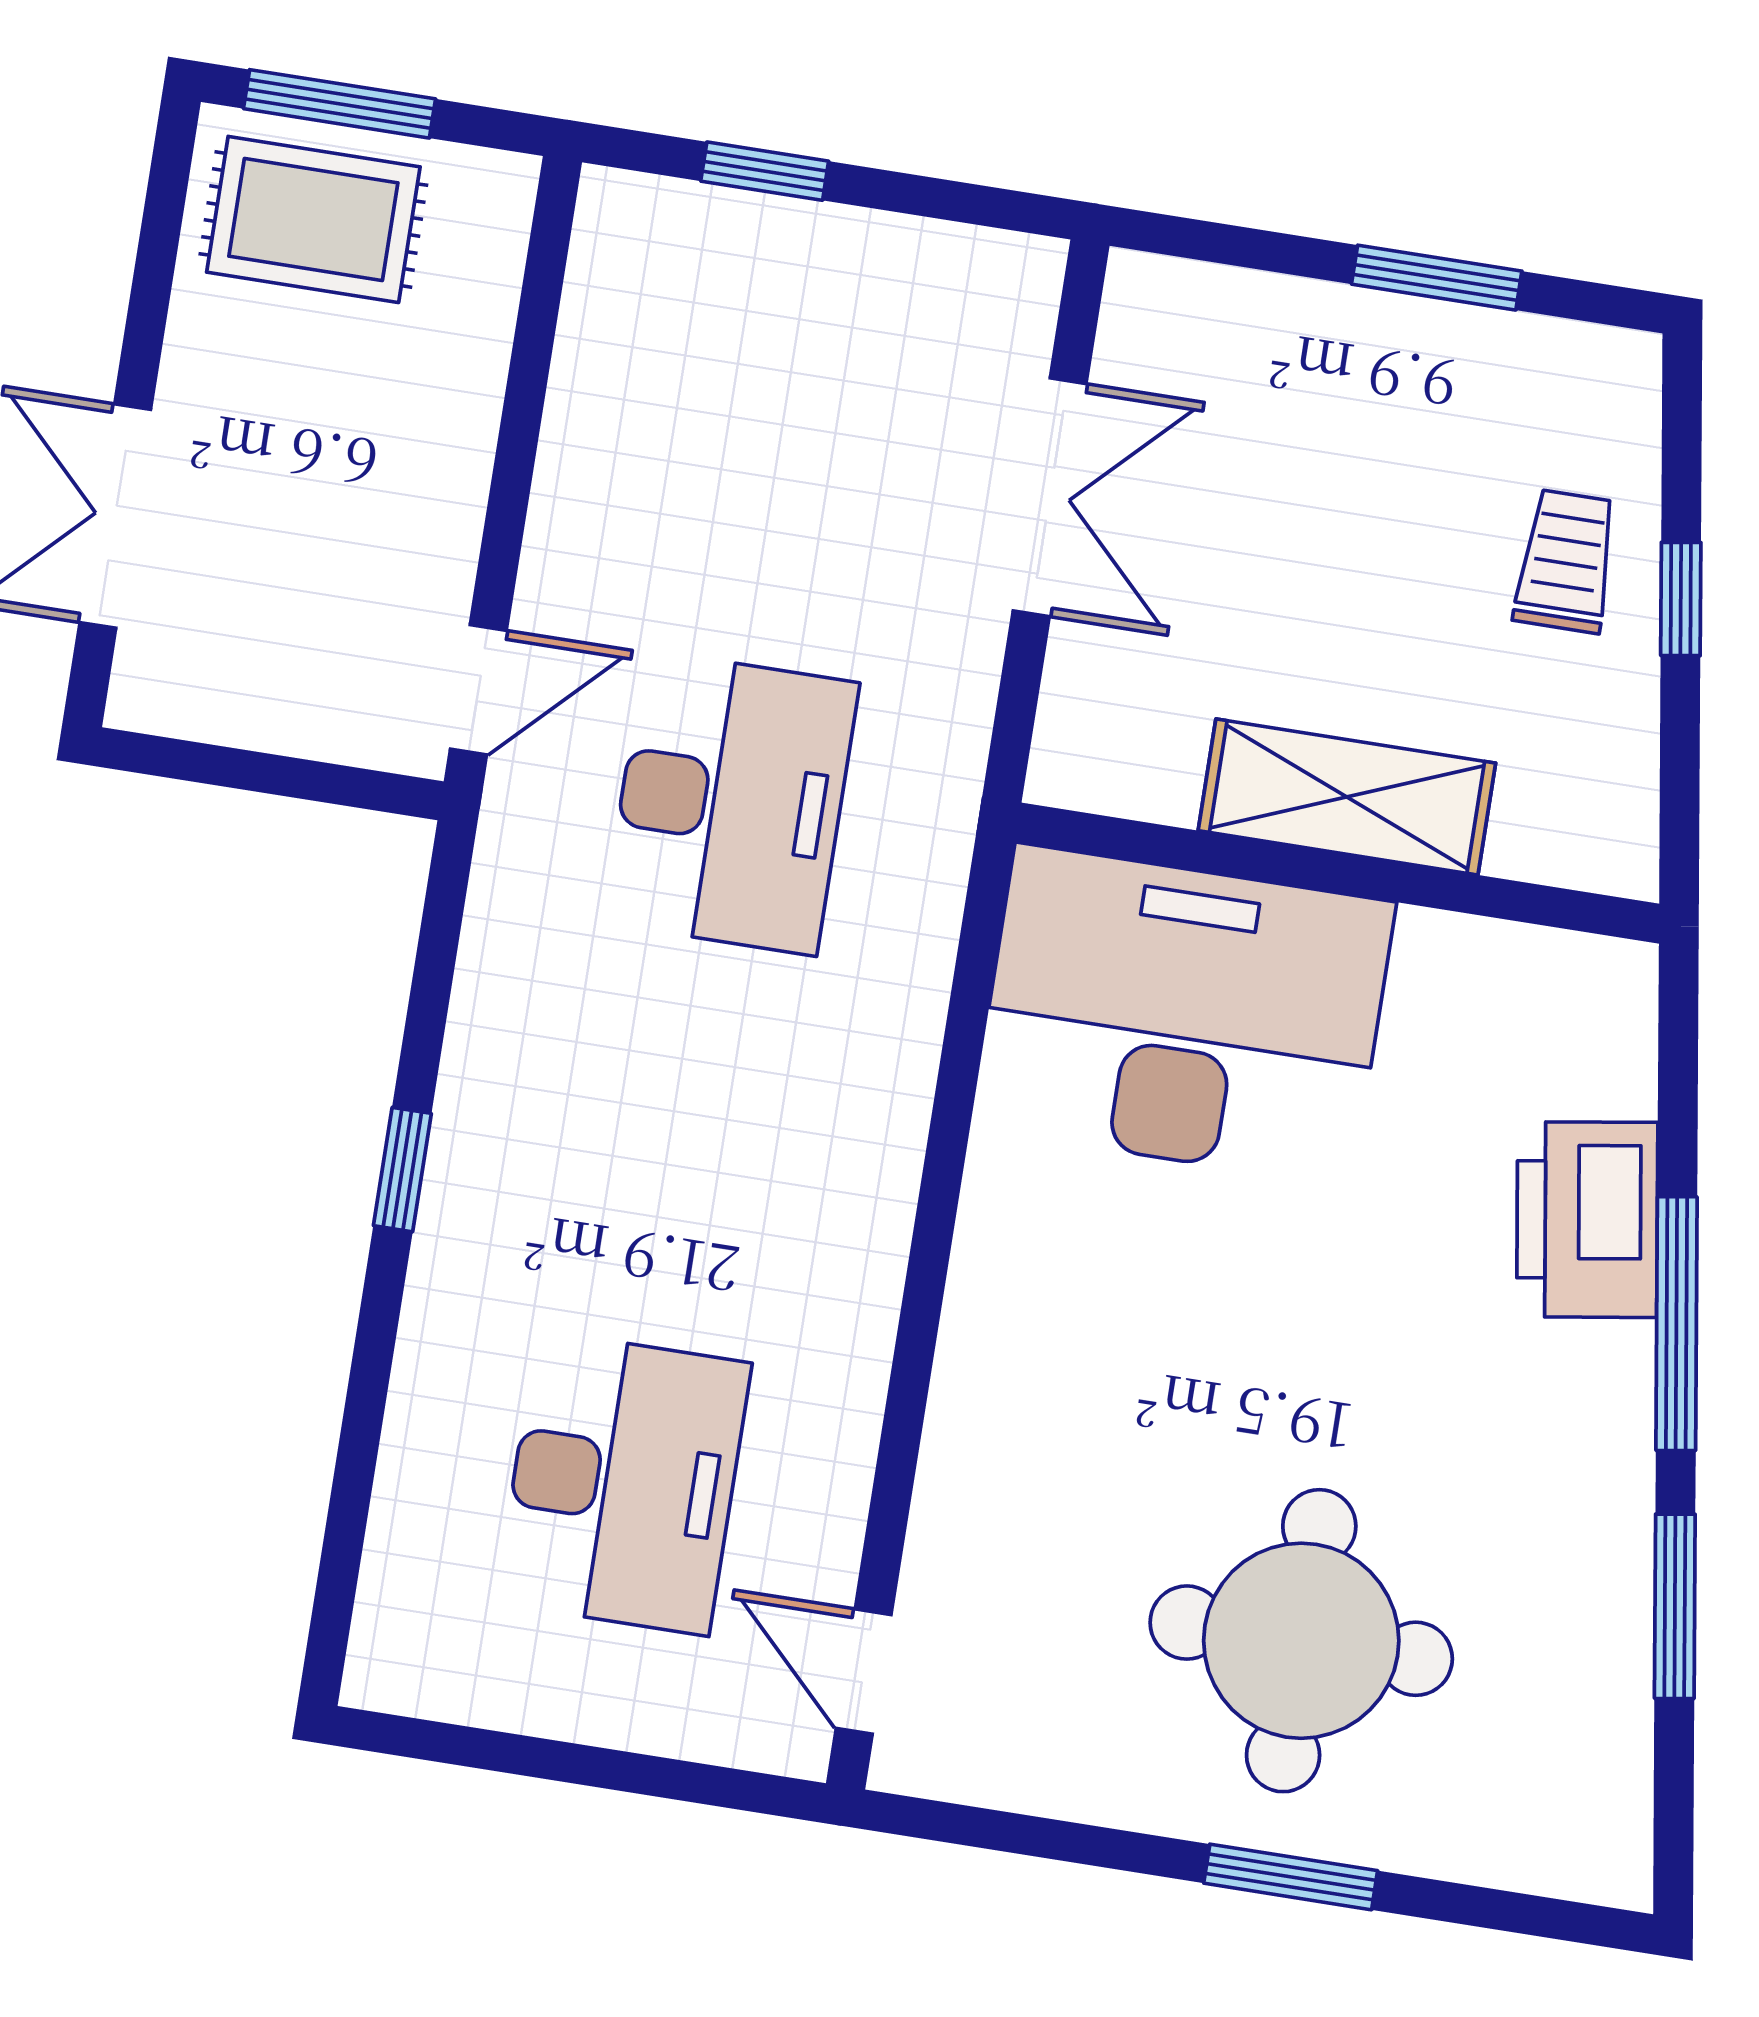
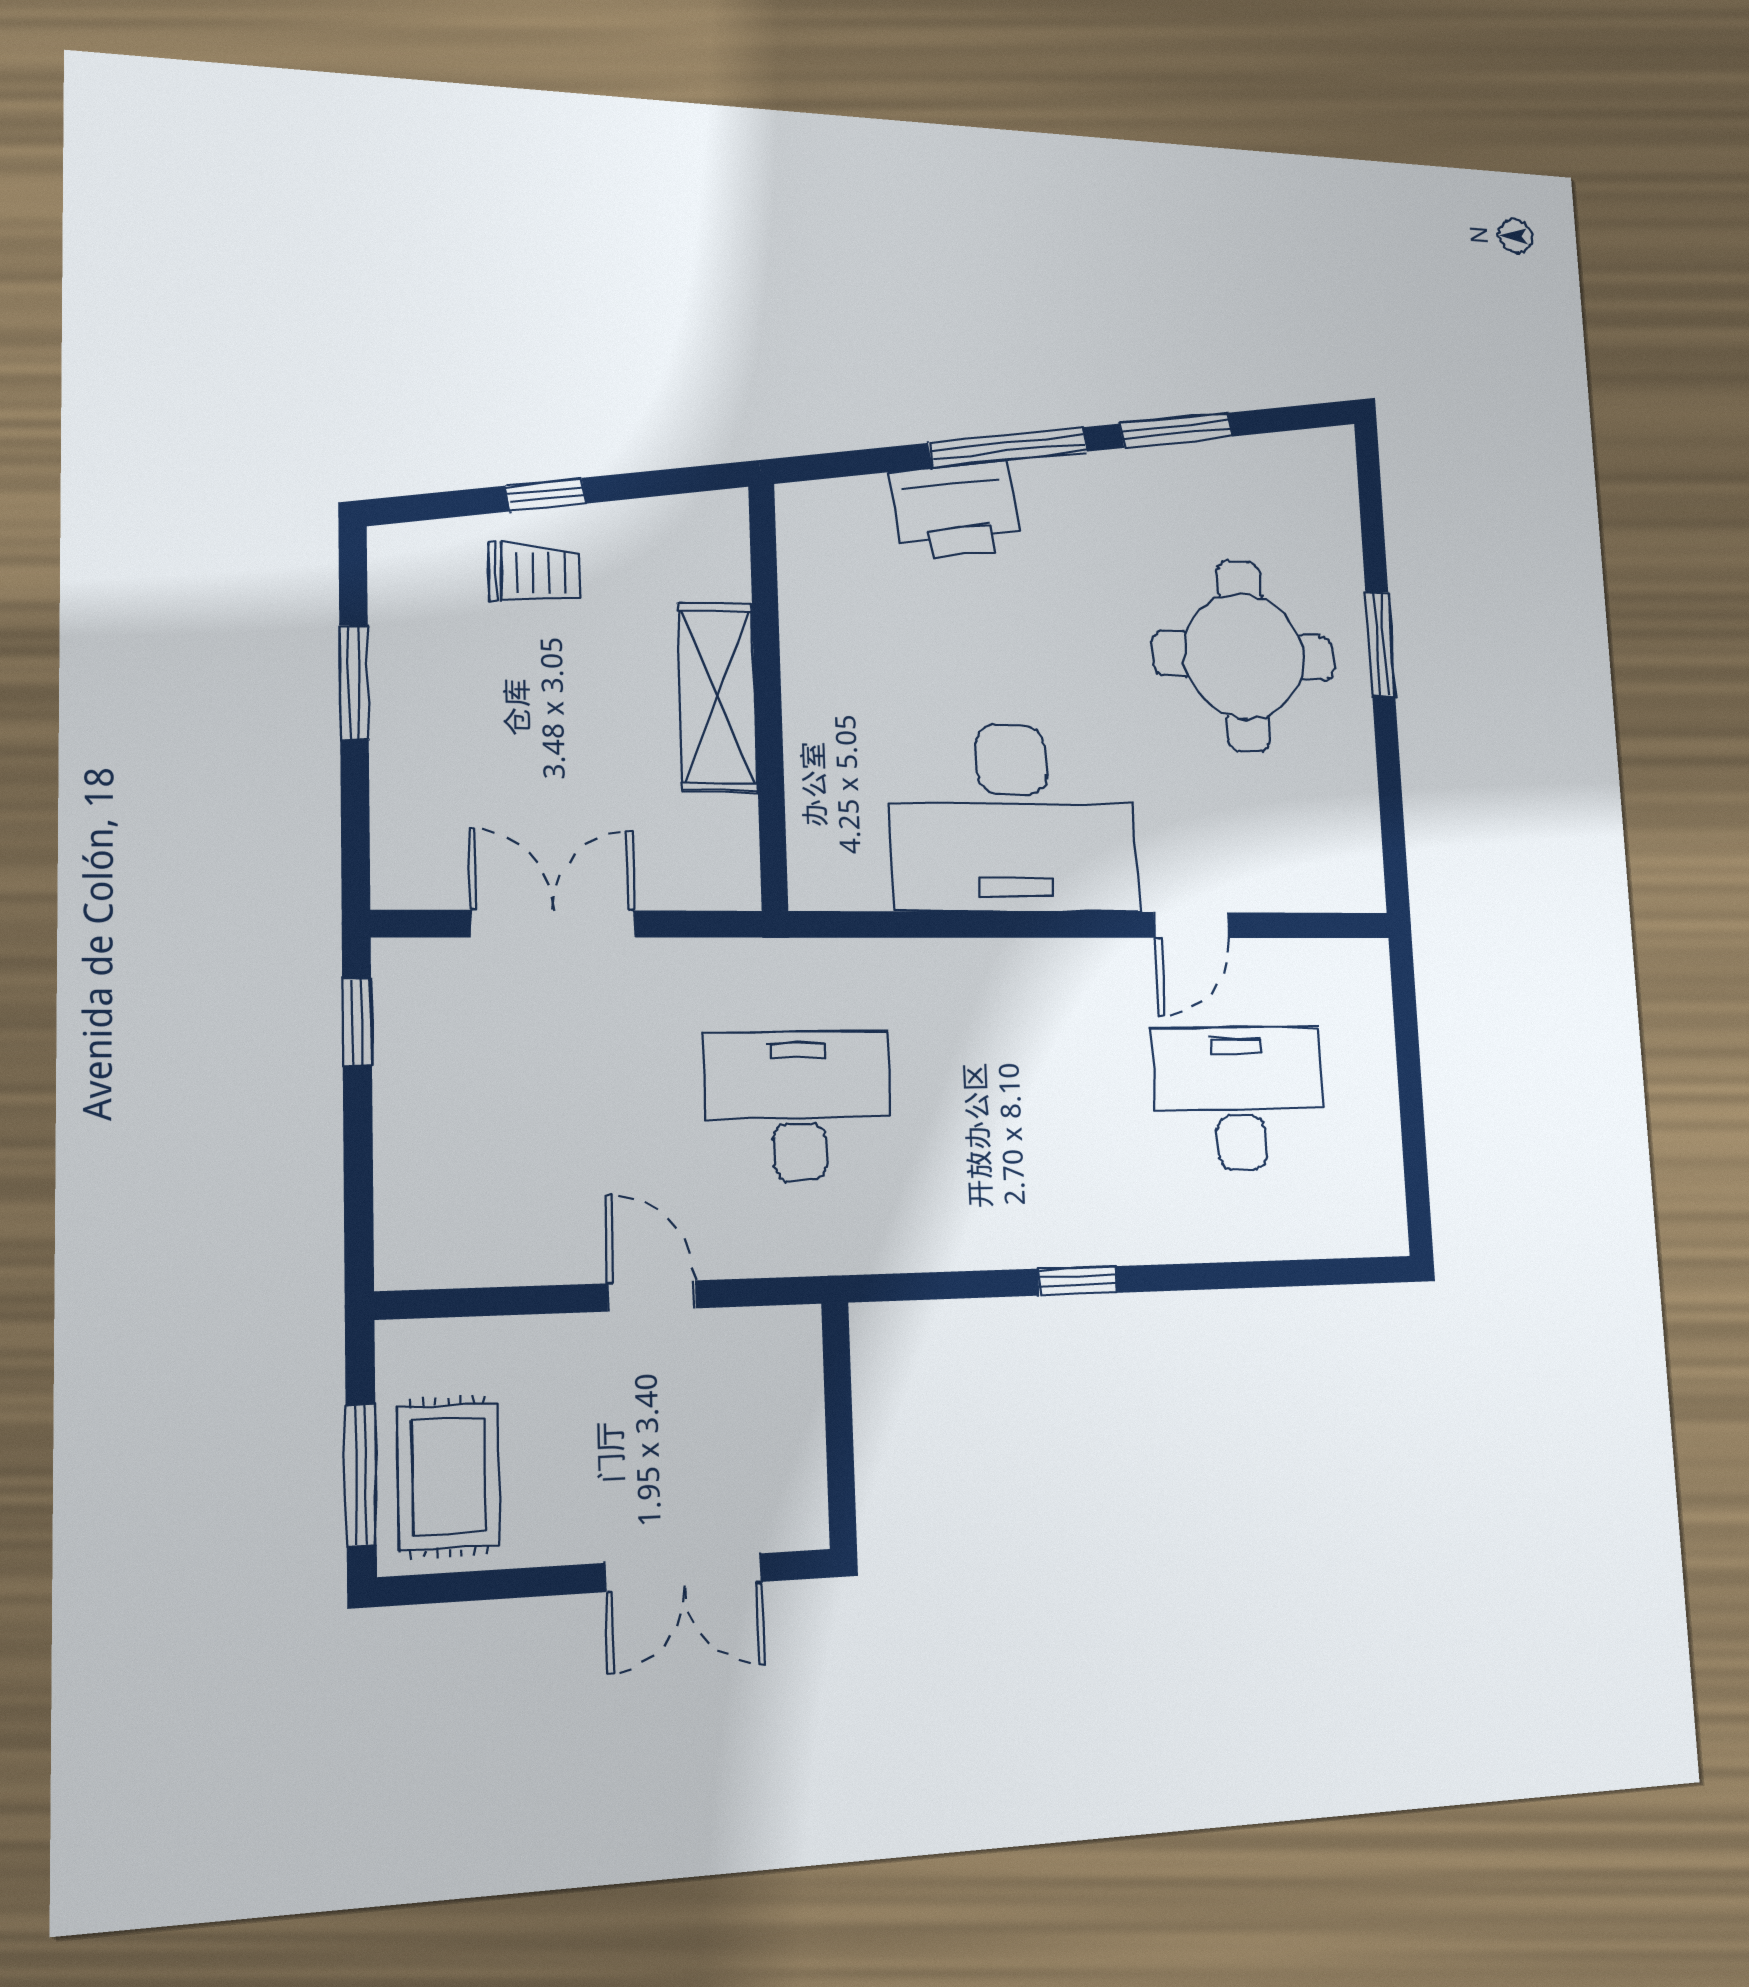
window: (765, 171) -> (357, 1022), moved
trolley: (1566, 561) -> (534, 573), turned 180
door: (478, 690) -> (652, 1296), moved
desk: (1183, 1015) -> (1014, 817), moved, turned -90
door: (864, 1672) -> (1191, 925), moved

